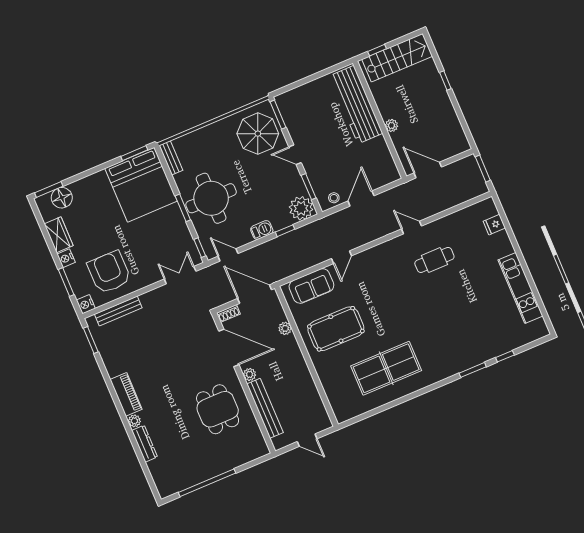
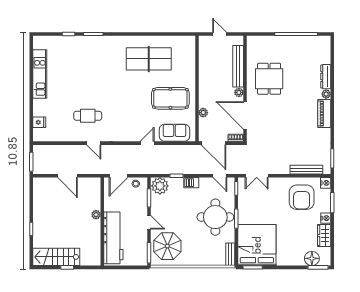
workbench: (356, 105) -> (113, 238), moved
wall: (380, 120) -> (102, 222), moved
plant: (391, 125) -> (96, 215), moved

